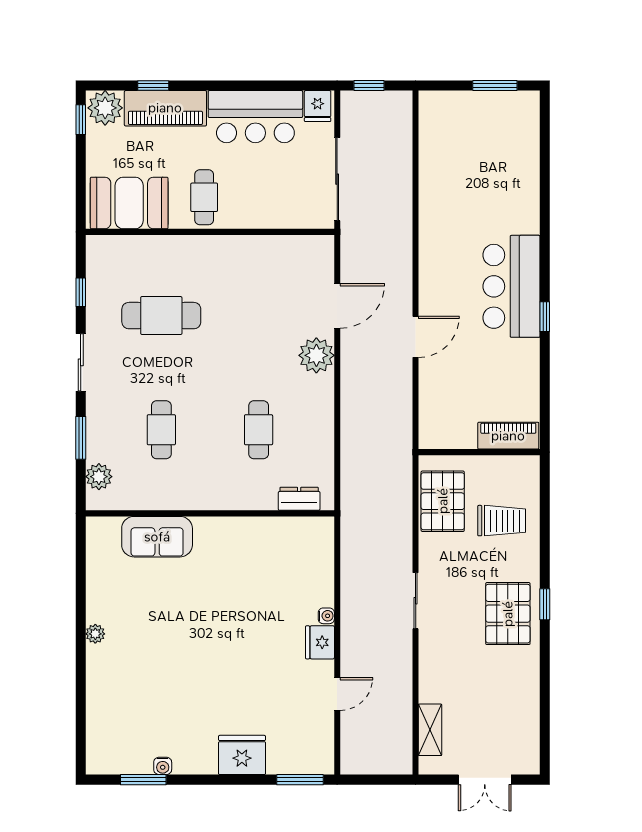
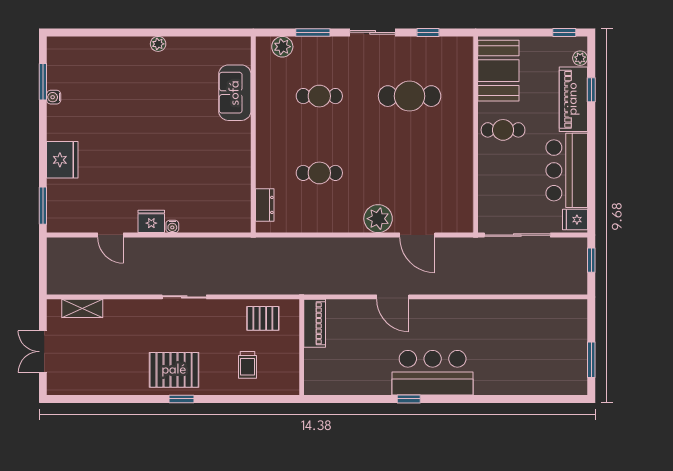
plant: (105, 108) -> (580, 58), width x0.53, depth x0.53
cafe table: (161, 316) -> (410, 96), turned 90
piano: (508, 436) -> (315, 323), moved
pallet: (443, 501) -> (263, 318), width x0.67, depth x0.71
trolley: (502, 521) -> (248, 365), width x0.73, depth x0.72

